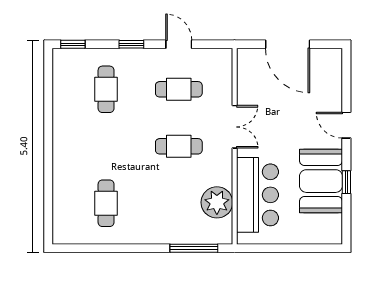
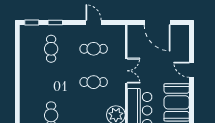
window: (131, 44) -> (55, 22), moved
window: (346, 182) -> (191, 103), removed

